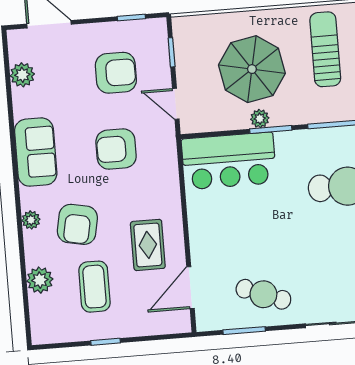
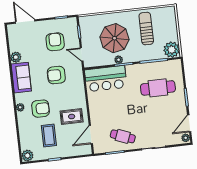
armchair: (116, 73) -> (55, 42), turned -90
plant: (22, 75) -> (16, 57), moved
armchair: (77, 224) -> (40, 109), turned -101
rug: (148, 245) -> (72, 117), turned 90
plant: (40, 280) -> (27, 156), moved

